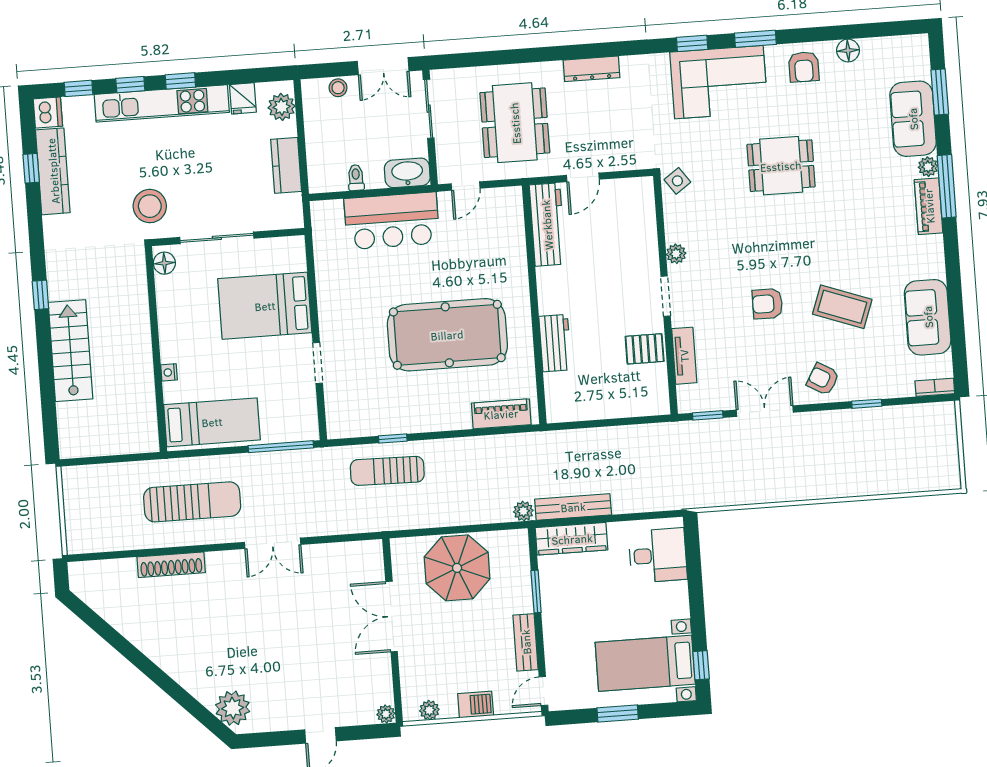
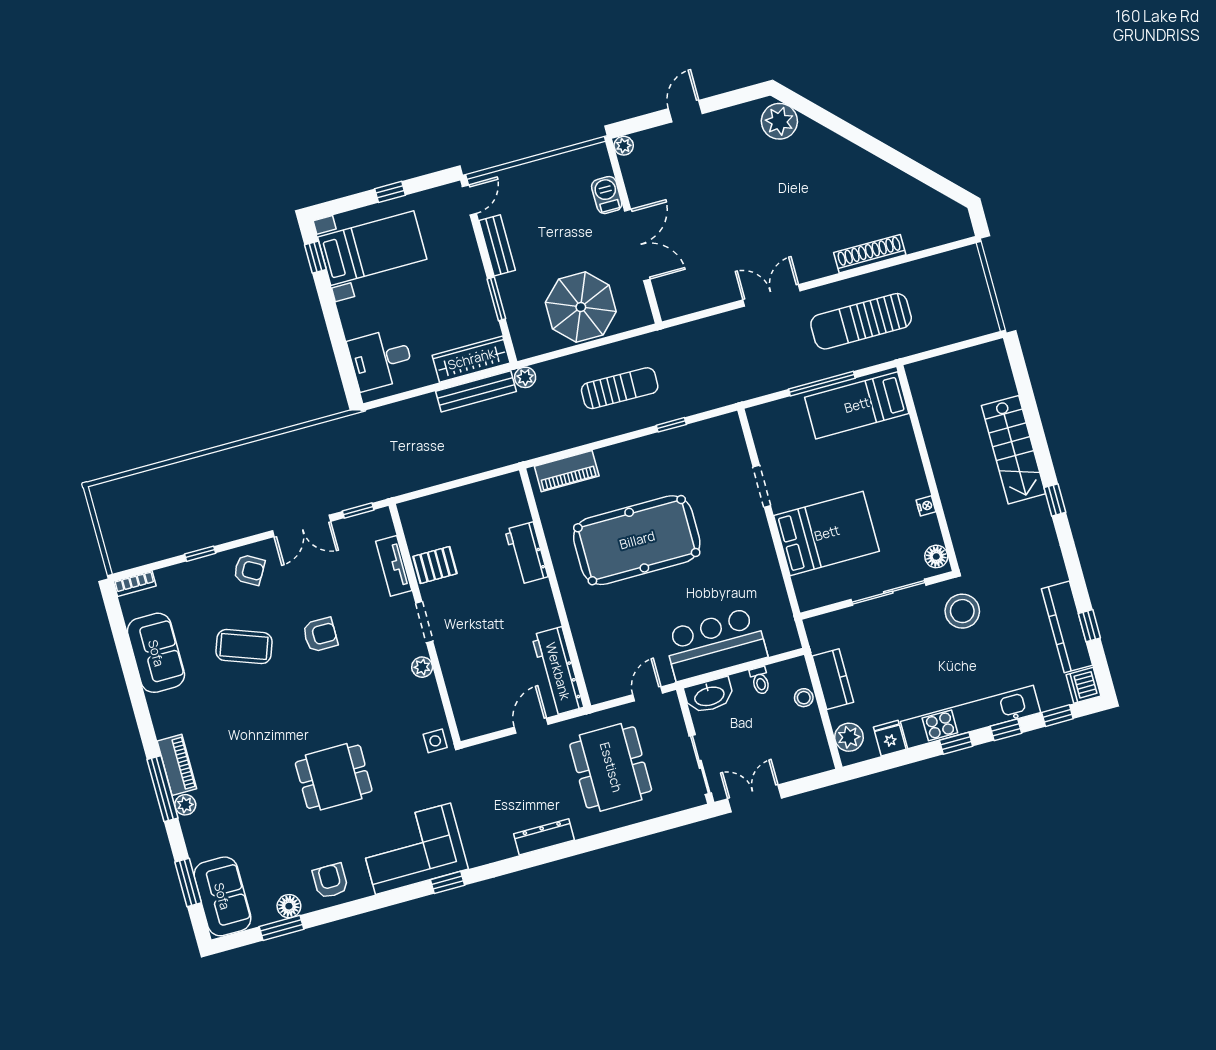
window: (755, 39) -> (281, 928), moved
stool: (338, 88) -> (804, 698), moved
sofa: (913, 119) -> (222, 896), moved
side table: (677, 181) -> (435, 741), turned 35
nightstand: (169, 372) -> (926, 506), moved
window: (281, 447) -> (822, 384), moved
sun lounger: (387, 471) -> (620, 388), moved
barbecue: (476, 705) -> (607, 195), moved, turned 90
plant: (429, 710) -> (581, 158), removed
window: (618, 714) -> (390, 192), width x0.67

